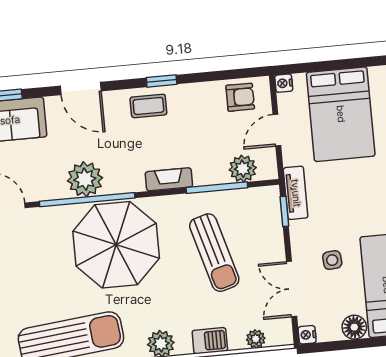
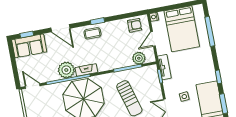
fireplace: (169, 179) -> (86, 70), moved

